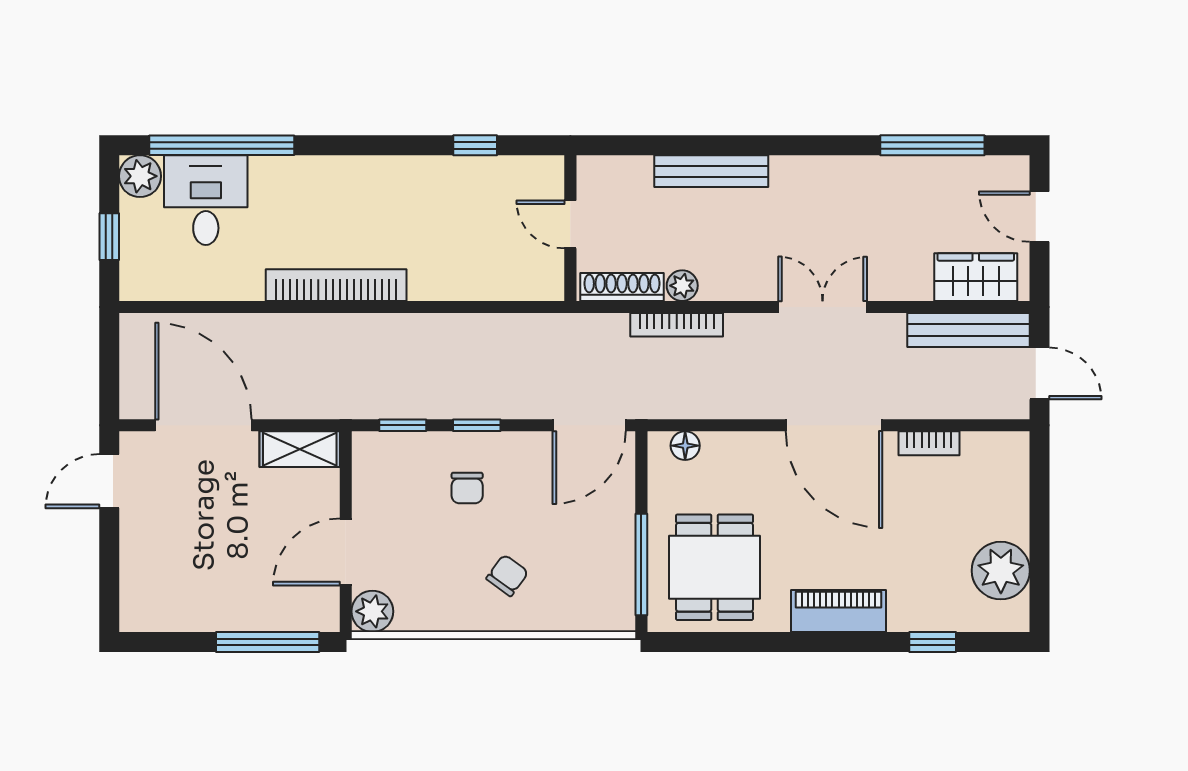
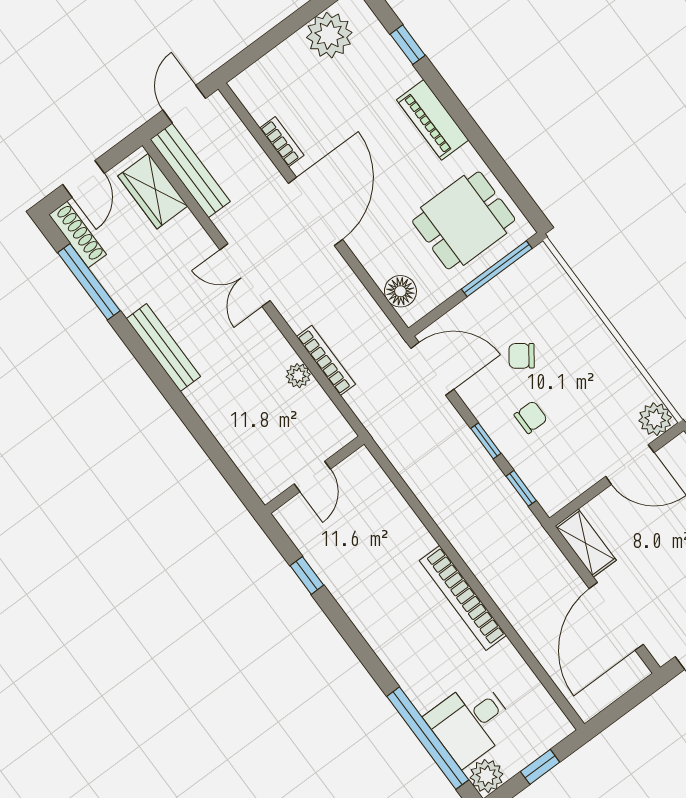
bench: (711, 171) -> (163, 348), moved
shoe rack: (622, 287) -> (78, 235), moved, turned 180
floor lamp: (685, 446) -> (400, 291), width x1.37, depth x1.37
chair: (507, 575) -> (522, 356), moved

